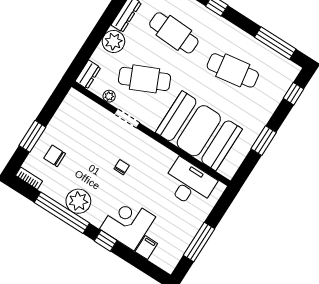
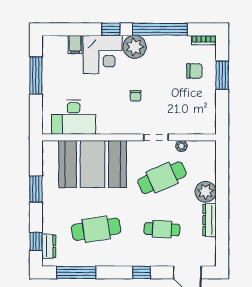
cafe table: (174, 33) -> (162, 229), width x0.73, depth x0.74
dresser: (88, 74) -> (49, 246), moved, turned 180
plant: (78, 201) -> (135, 47), moved

